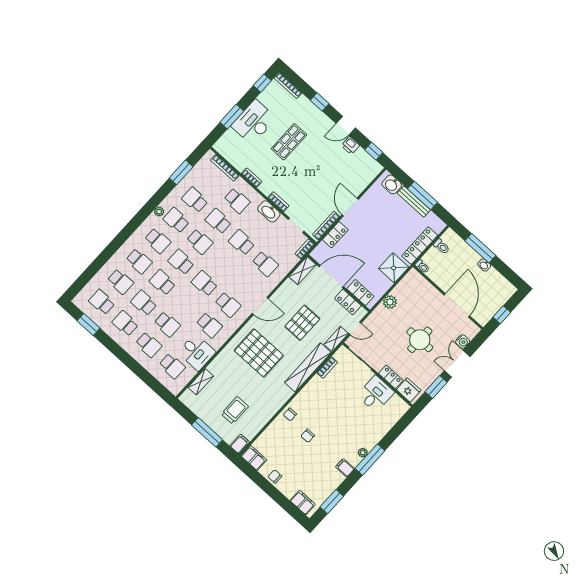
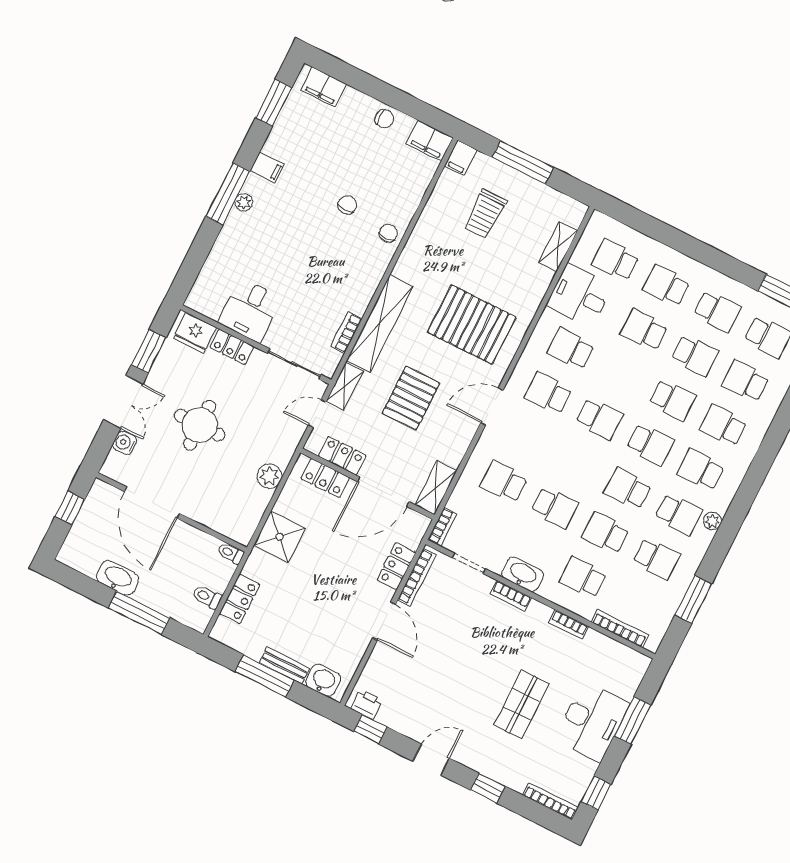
printer: (350, 145) -> (367, 704), moved
bench: (414, 201) -> (284, 665), width x0.73
school desk: (218, 221) -> (605, 533), turned 180
locker: (420, 246) -> (240, 599), width x0.66
washbasin: (484, 265) -> (117, 578), width x1.91, depth x1.45

